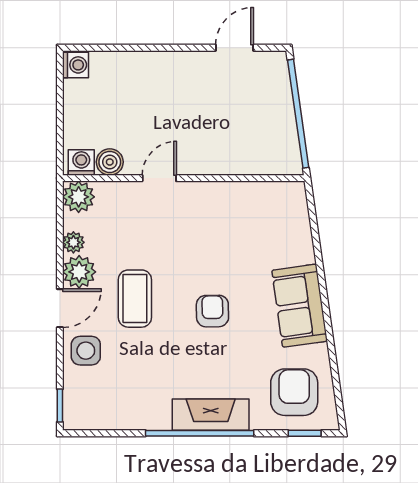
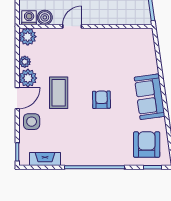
fireplace: (211, 415) -> (45, 159), moved, width x0.73, depth x0.76

